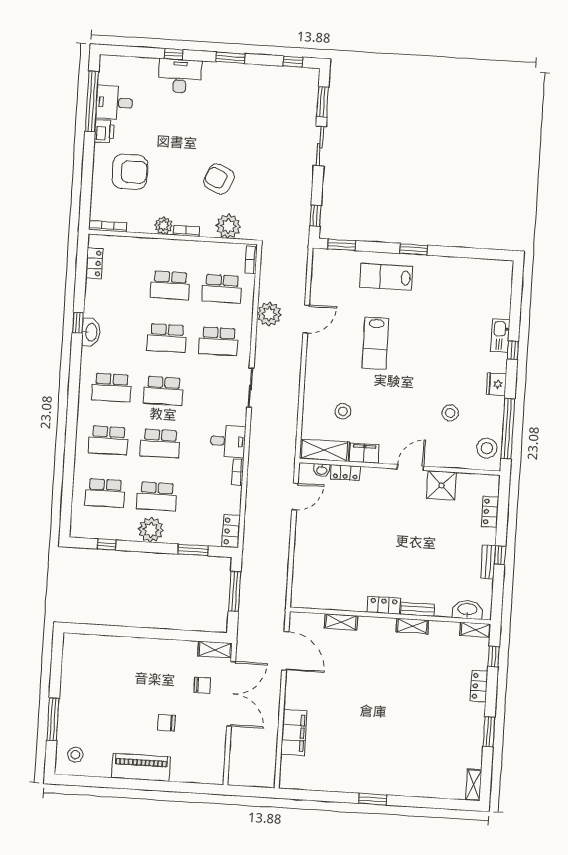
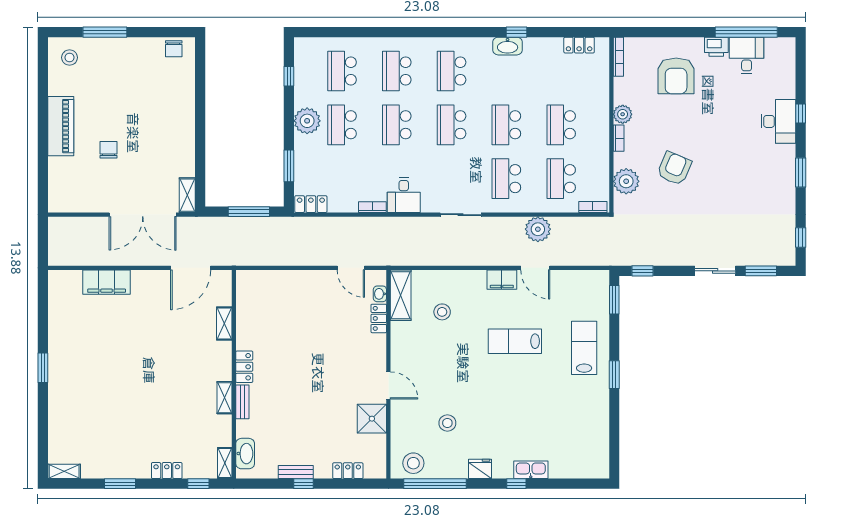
filing cabinet: (364, 453) -> (502, 280), moved, turned 90
chair: (202, 685) -> (174, 49), moved

